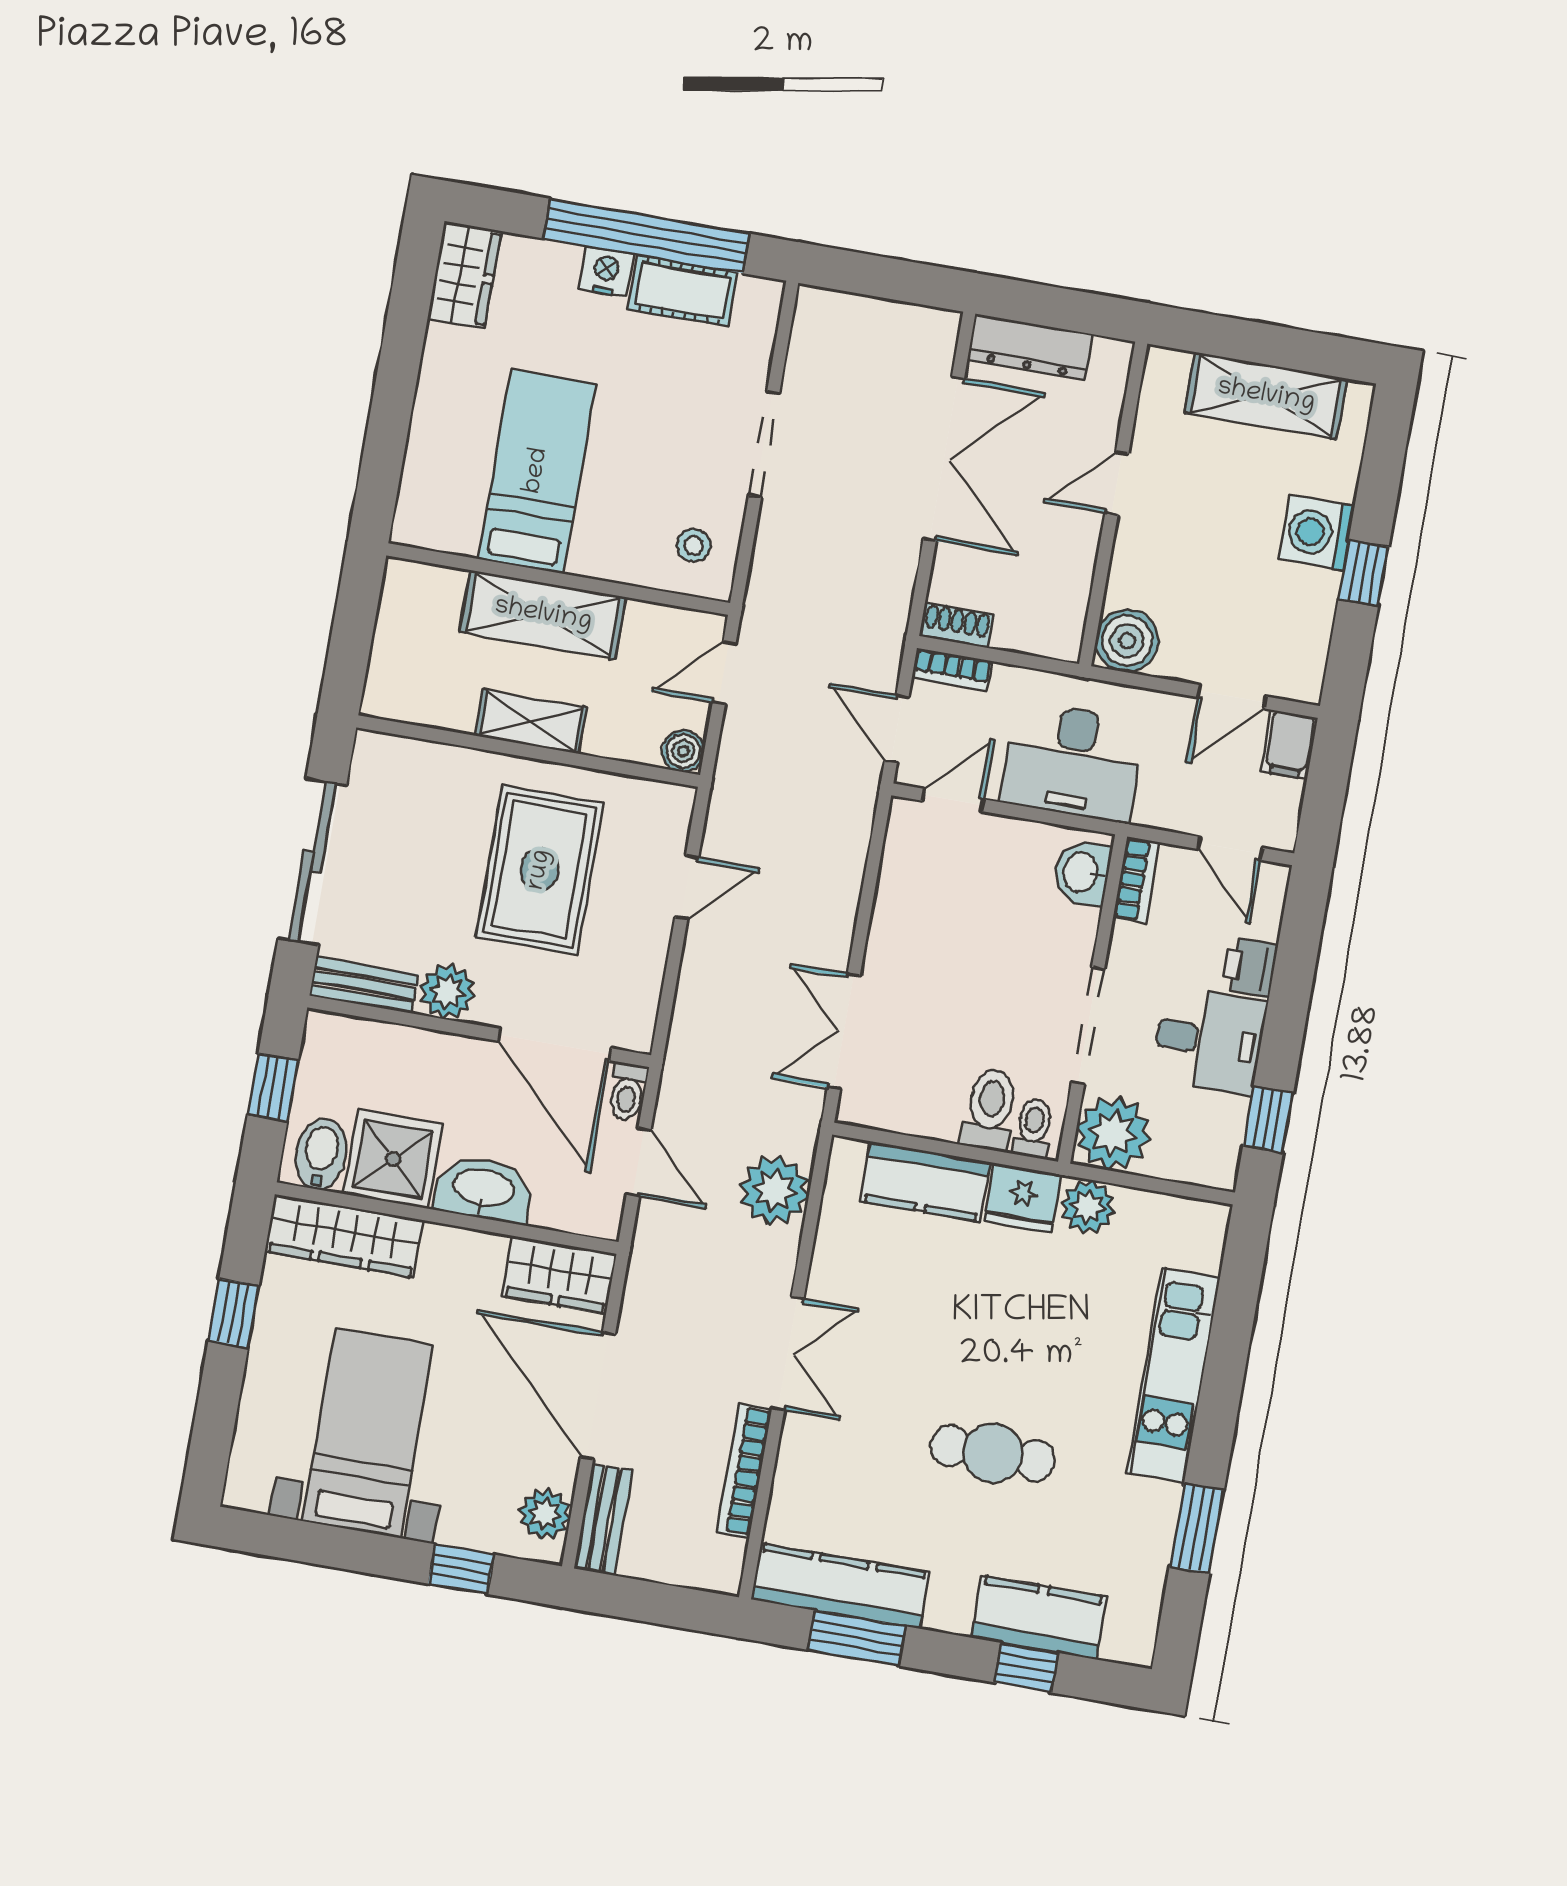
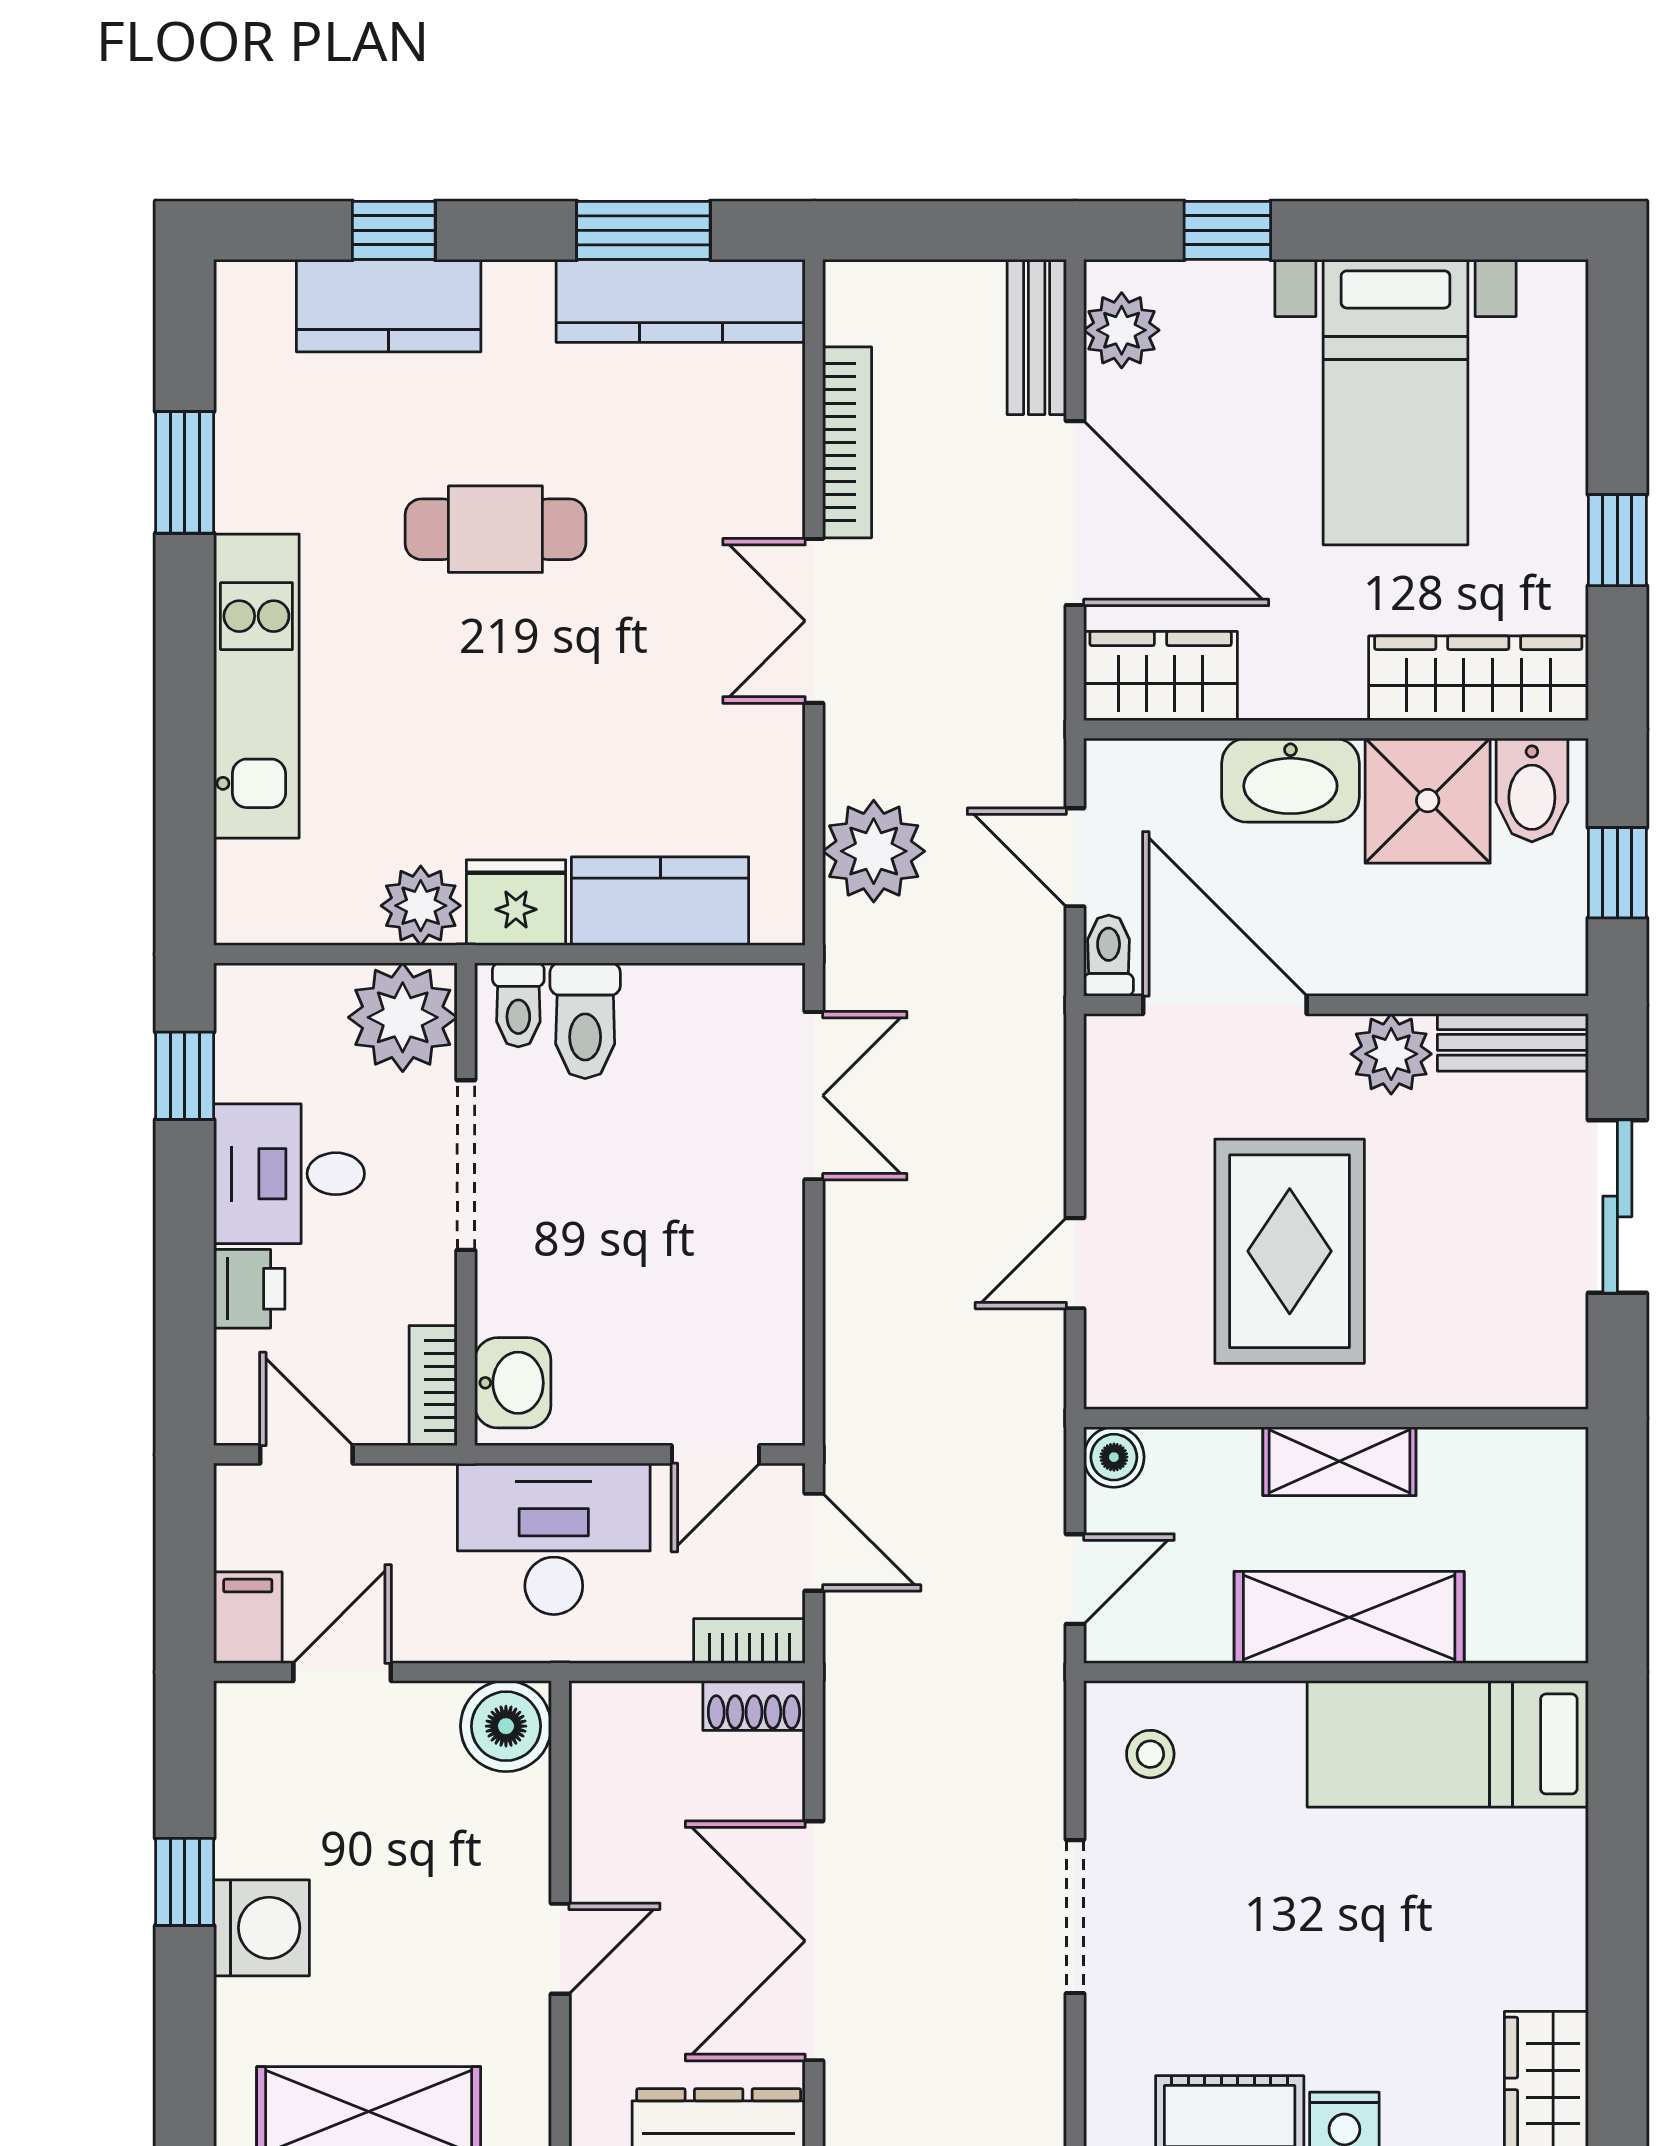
bed: (537, 471) -> (1448, 1744), moved, turned 90
sliding door: (312, 861) -> (1617, 1206), width x0.73

